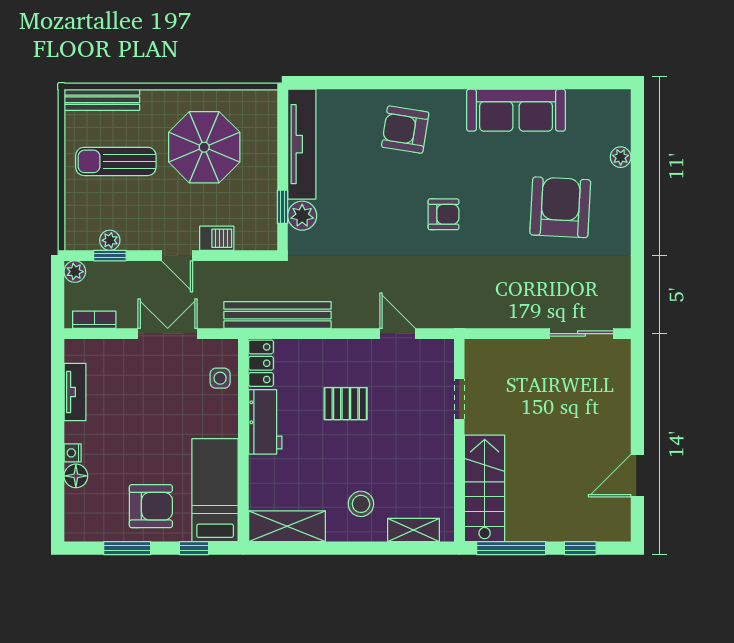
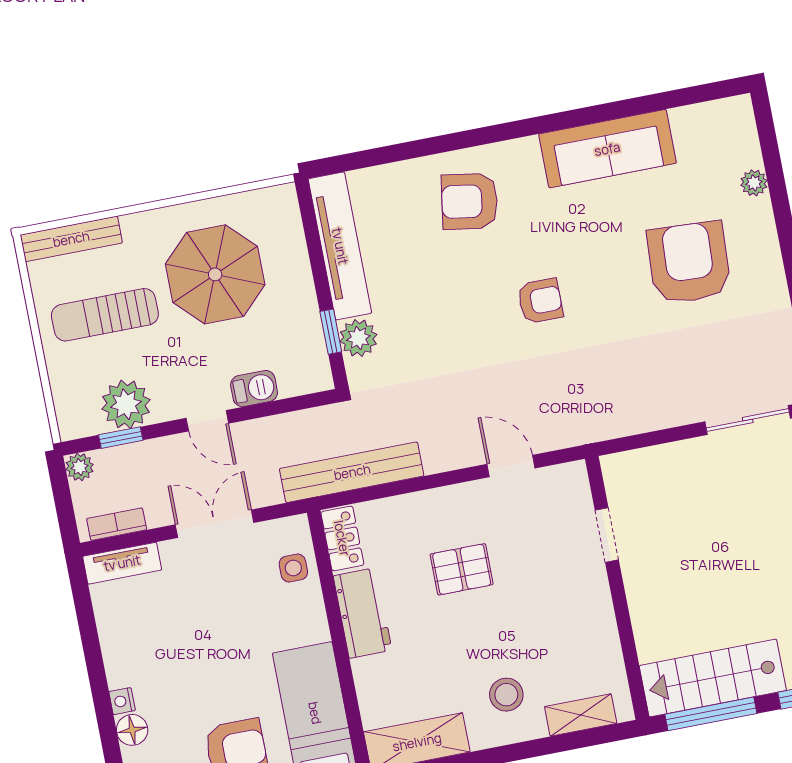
plant: (110, 240) -> (126, 404), width x1.88, depth x1.88
tv unit: (75, 392) -> (122, 563), moved, turned 90
stairs: (485, 488) -> (713, 678), moved, turned -90

